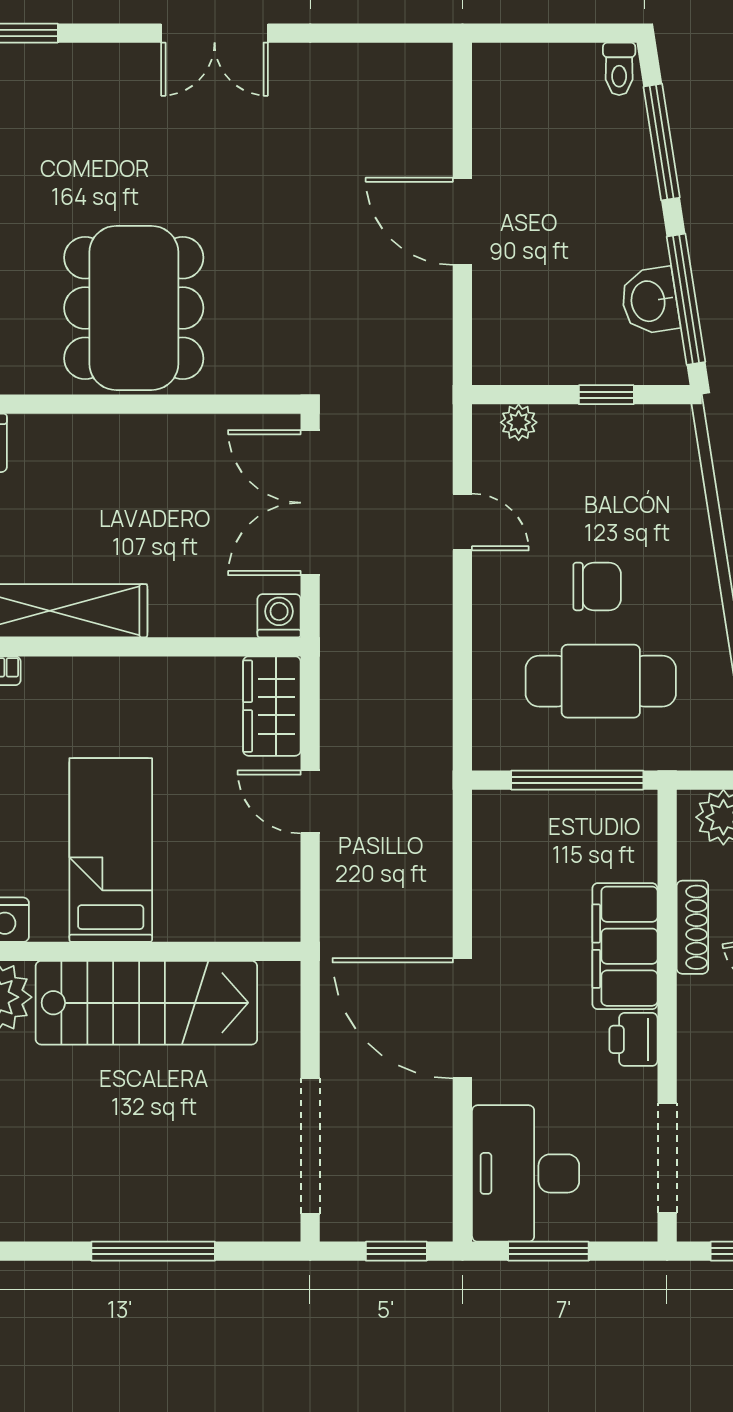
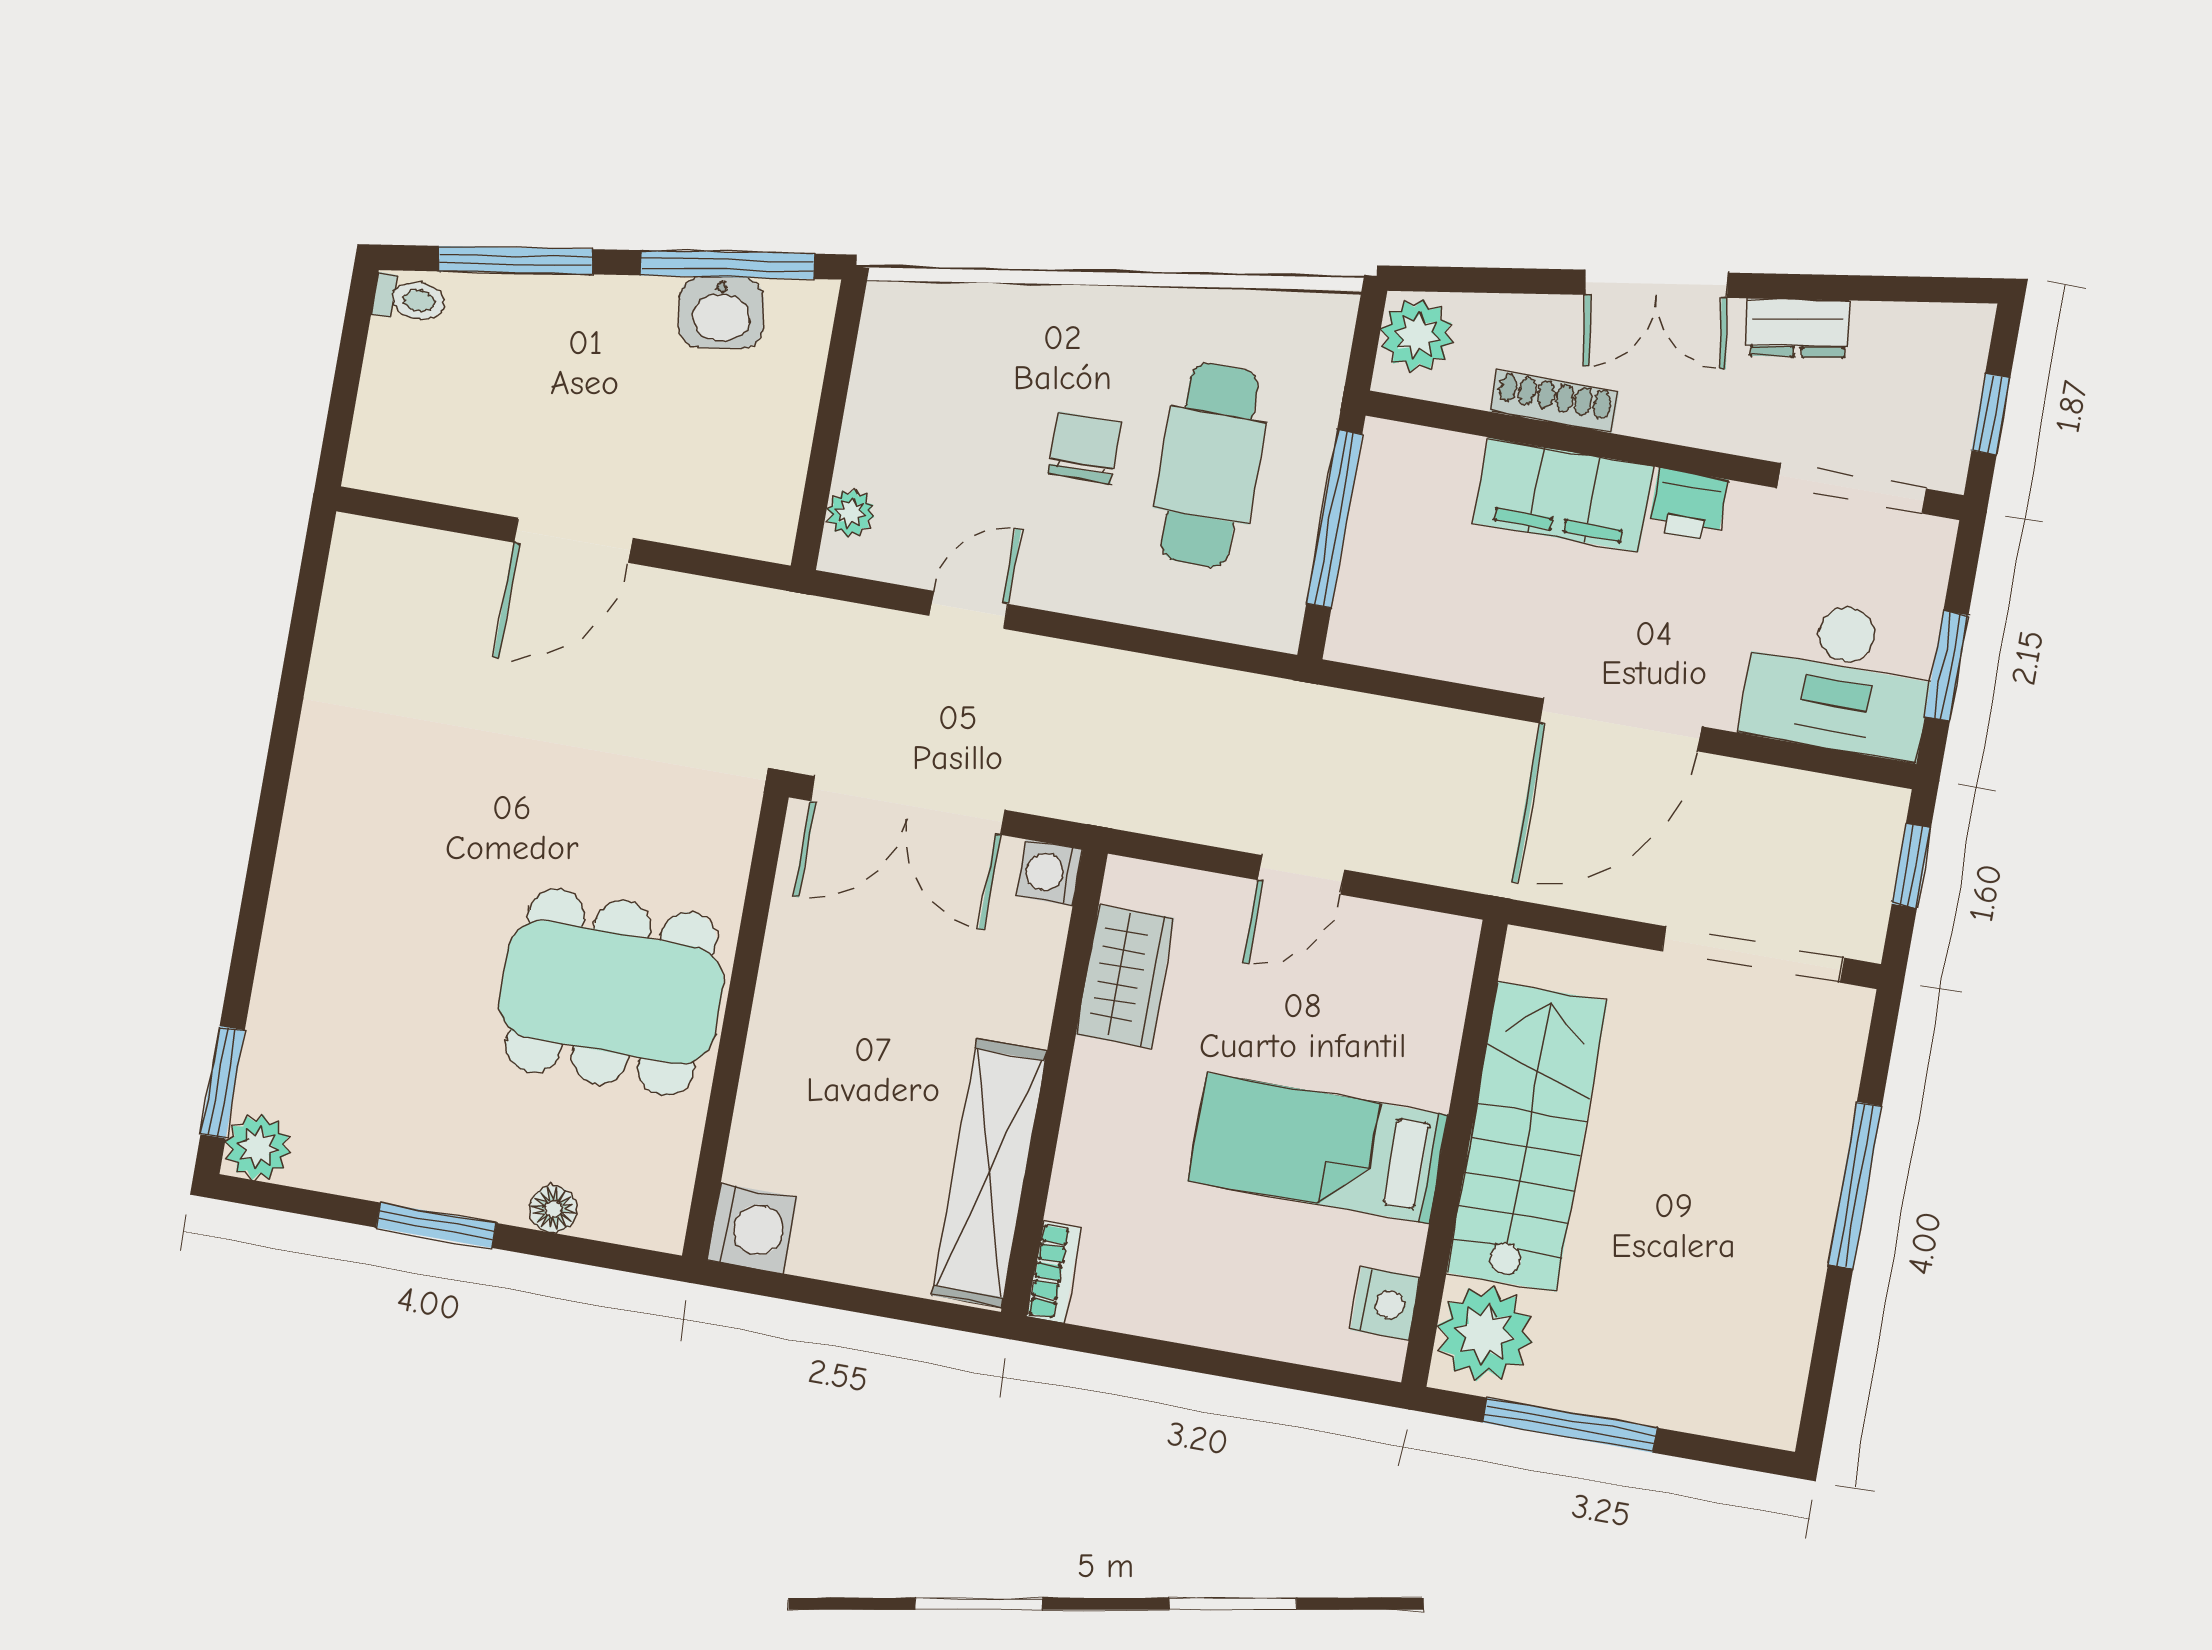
double door: (215, 33) -> (269, 822), removed
window: (606, 395) -> (835, 391), removed
wardrobe: (272, 706) -> (1125, 976), moved, turned -90

